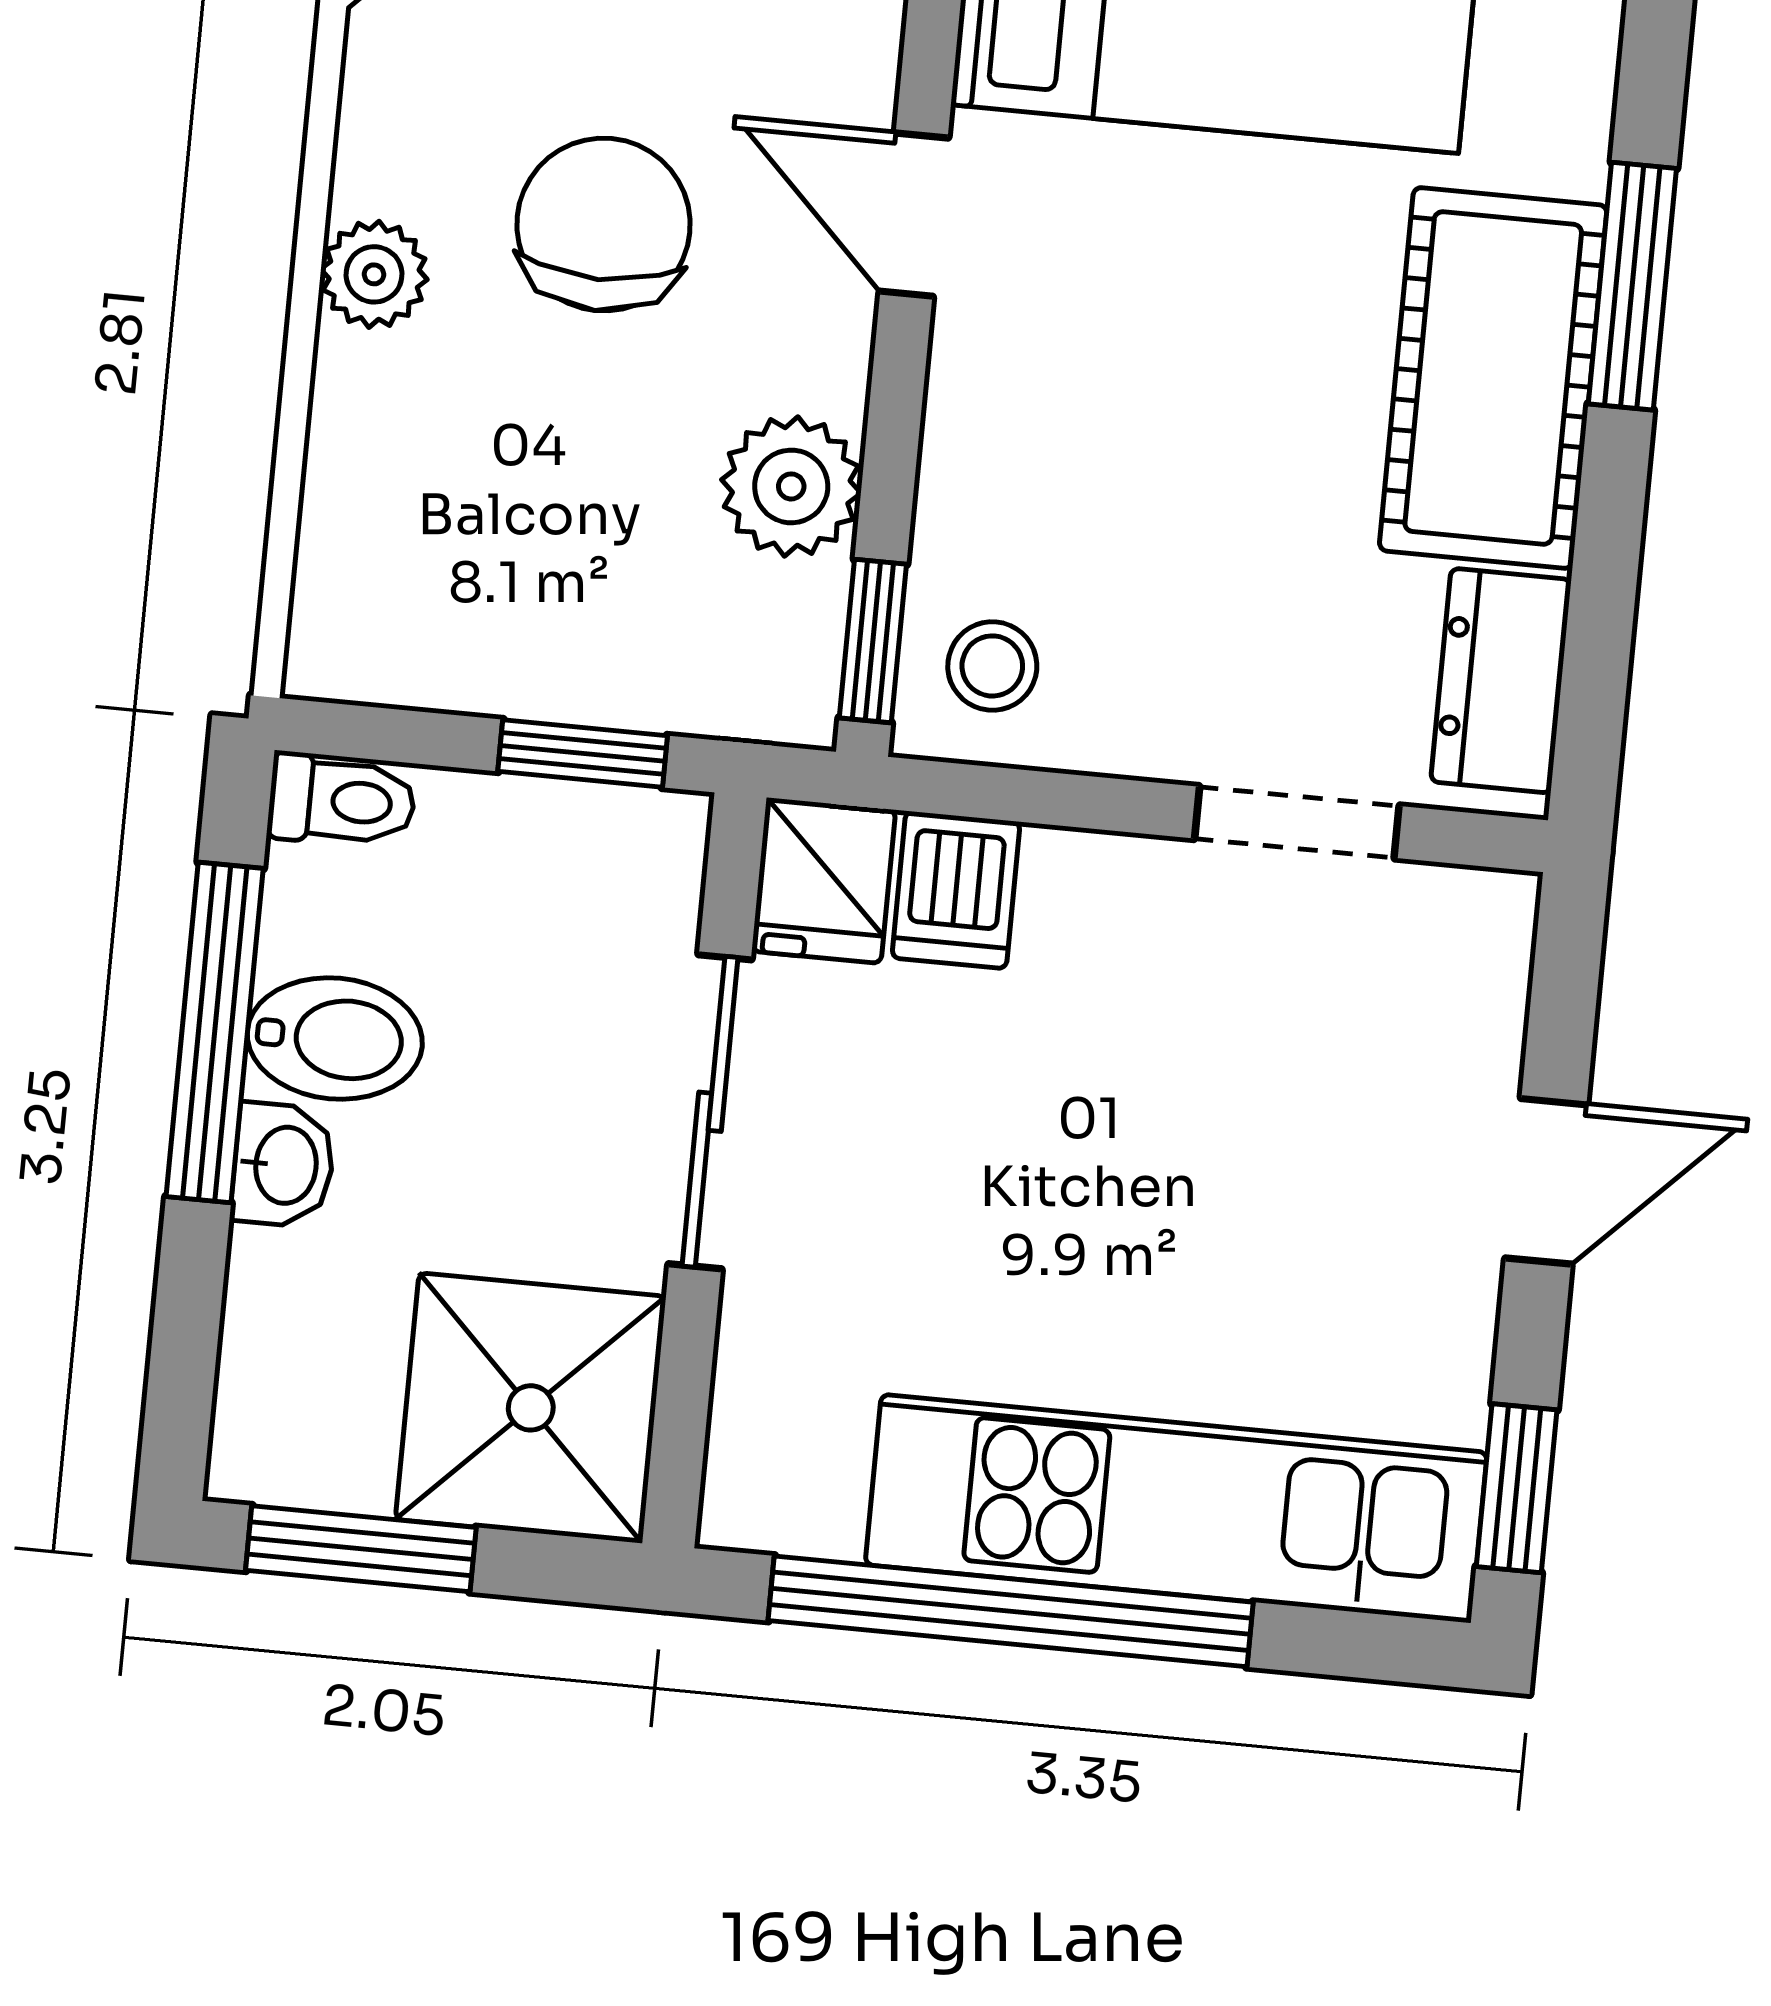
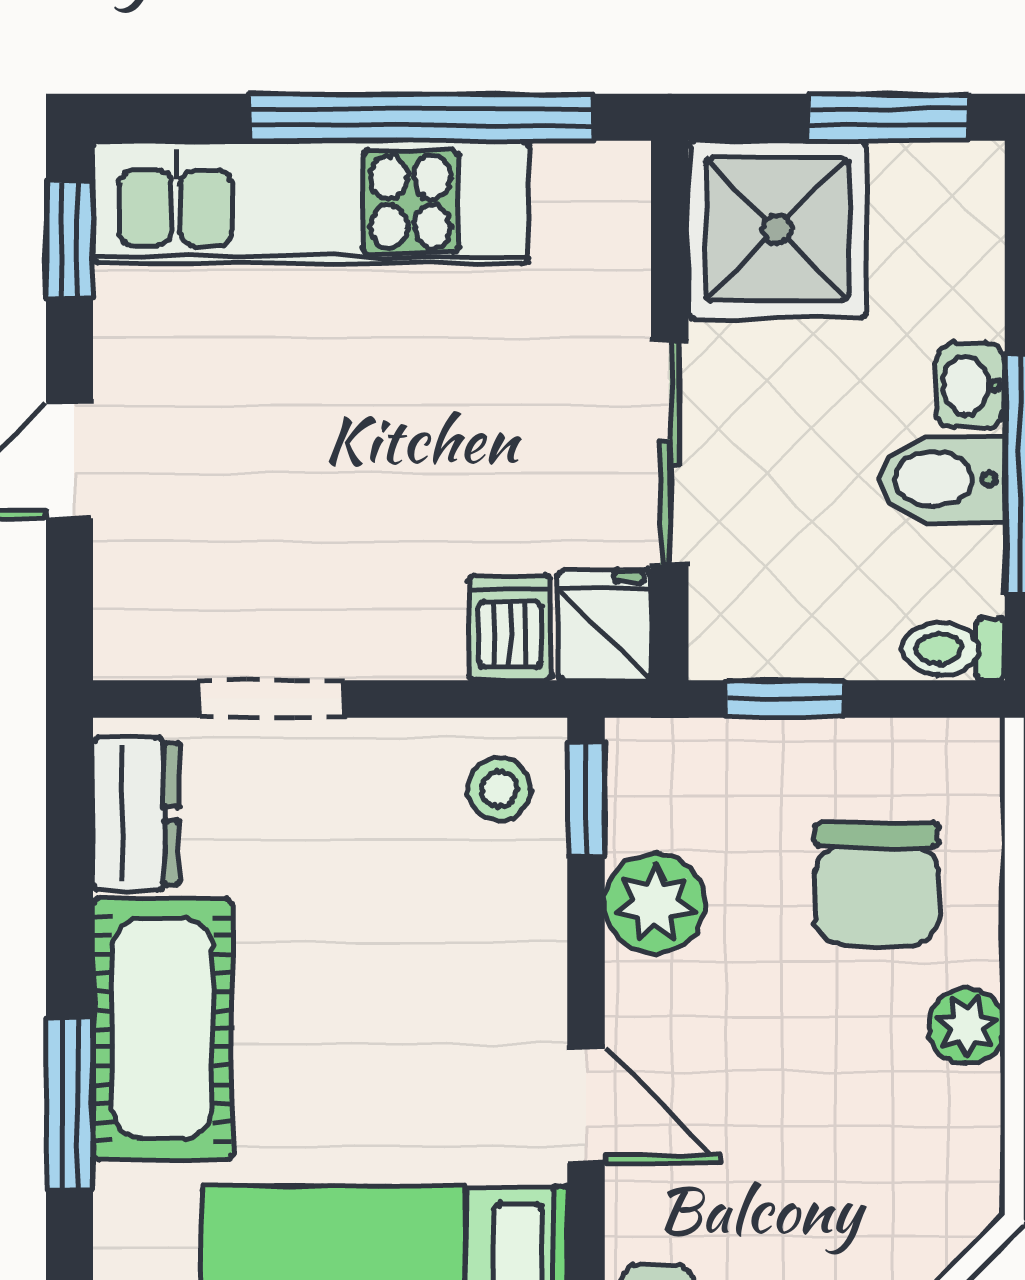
chair: (604, 225) -> (877, 884), moved

